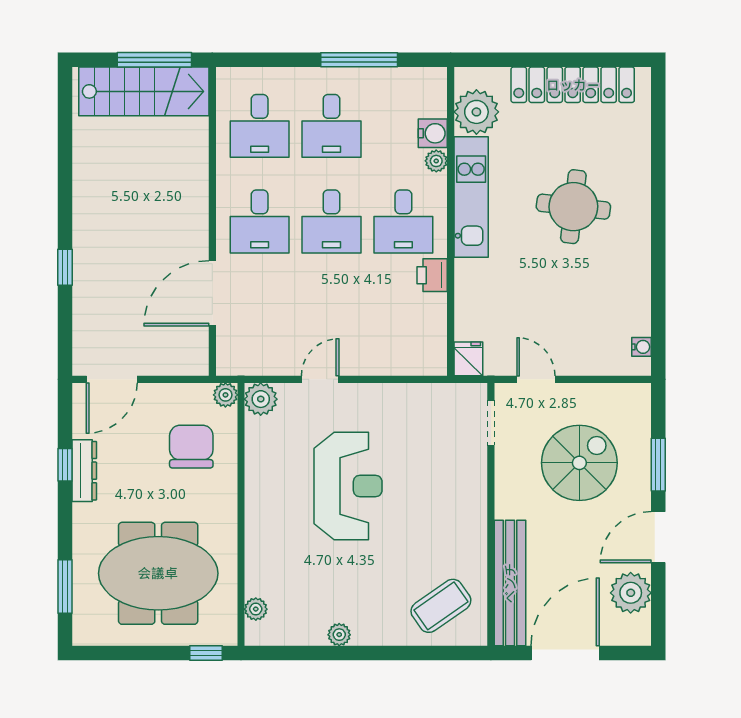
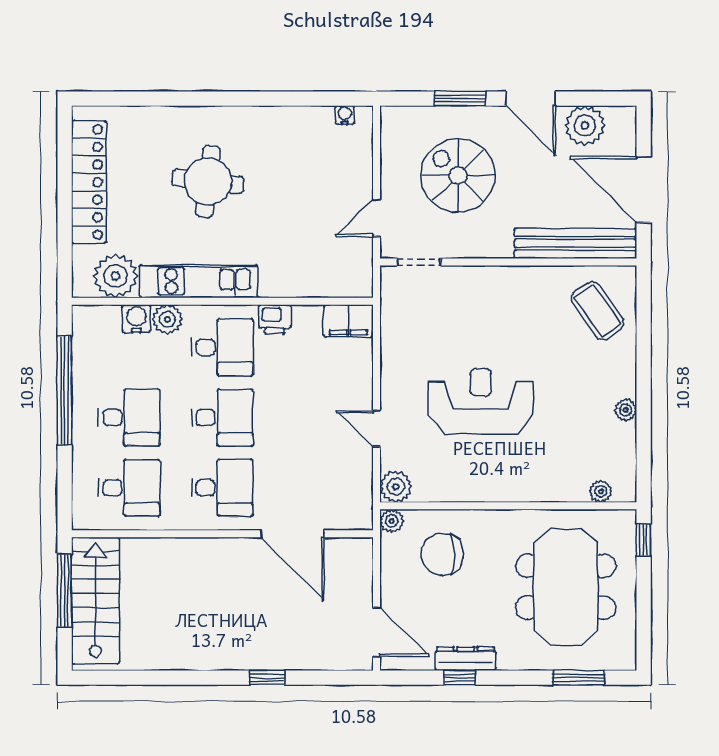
window: (359, 60) -> (65, 391), width x1.46
plant: (436, 161) -> (167, 319), width x1.38, depth x1.38
filing cabinet: (430, 351) -> (349, 321), added
fridge: (468, 359) -> (356, 284), removed

